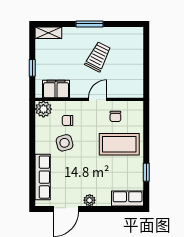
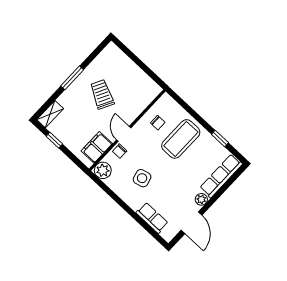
window: (32, 68) -> (54, 140), moved
door: (98, 99) -> (124, 134), moved
chair: (68, 120) -> (120, 151), moved
row of seats: (43, 177) -> (152, 218), width x0.68
row of seats: (128, 199) -> (221, 176), width x1.48

